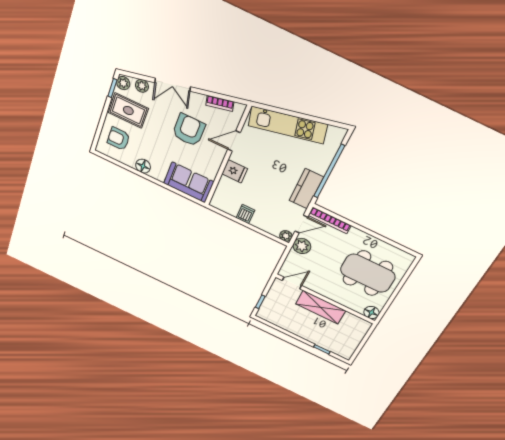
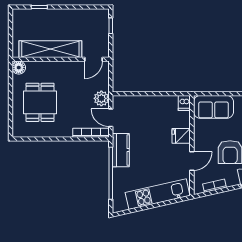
dishwasher: (245, 214) -> (184, 103), moved
door: (301, 224) -> (111, 118), hinge flipped
plant: (286, 236) -> (118, 101), removed
dining table: (368, 273) -> (40, 102), width x0.73
shelving: (321, 307) -> (50, 49), width x1.47

